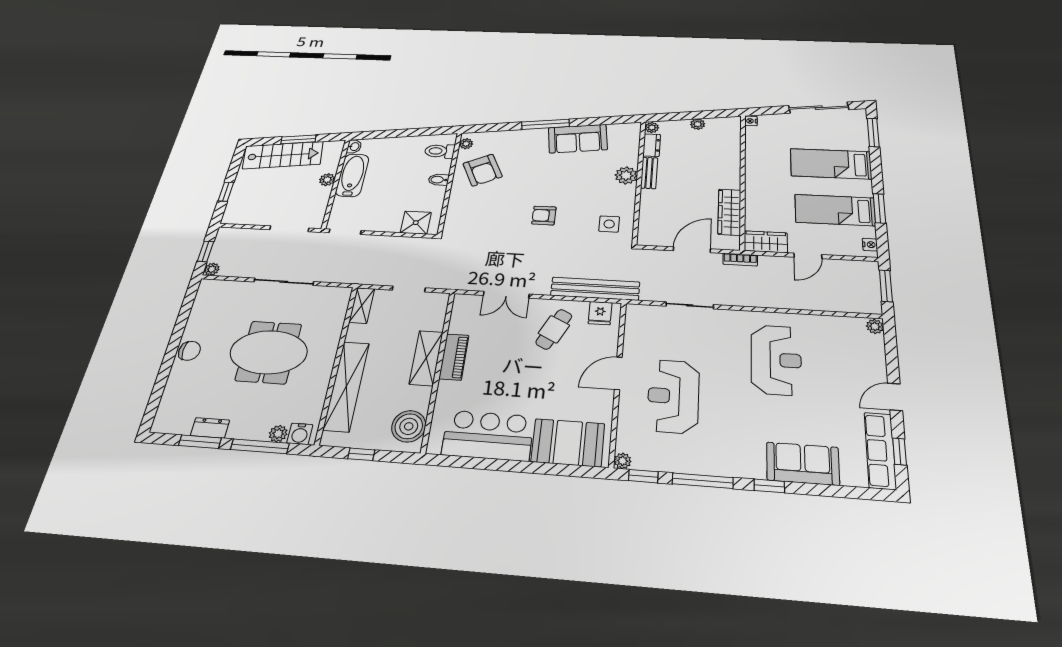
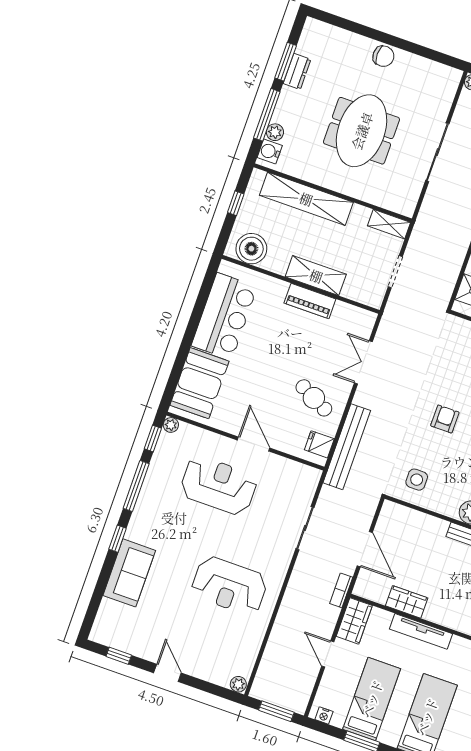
tv unit: (753, 187) -> (421, 631), added
wardrobe: (729, 212) -> (407, 602), width x0.67
chair: (189, 351) -> (383, 56), turned -90
row of seats: (880, 451) -> (124, 640), removed

